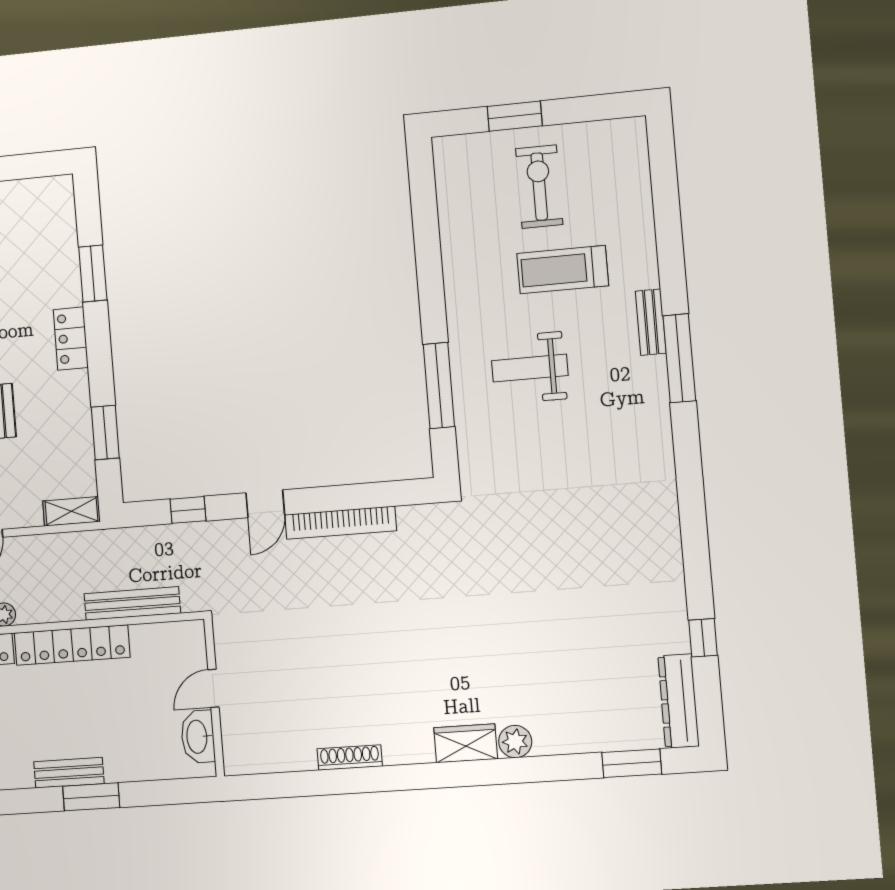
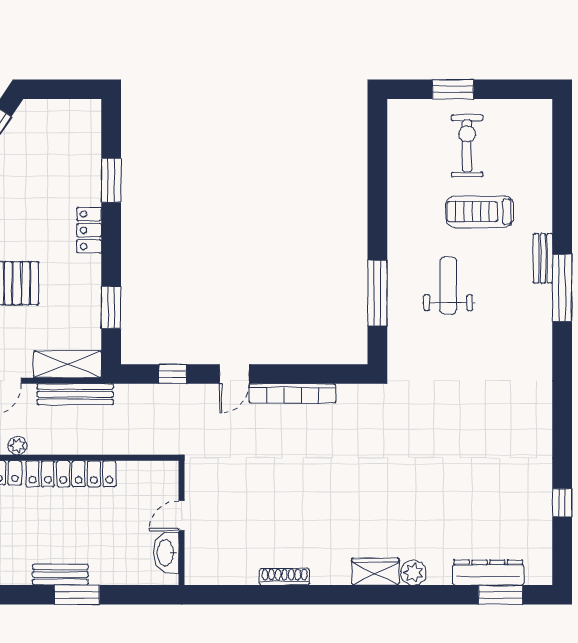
weight bench: (530, 368) -> (448, 285), turned 90
shelving: (71, 511) -> (68, 364), width x1.50, depth x1.33
bench: (132, 603) -> (75, 394), moved
dresser: (679, 701) -> (488, 573), moved, turned 90

